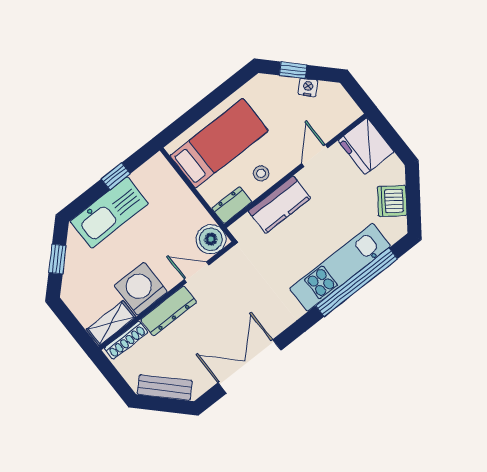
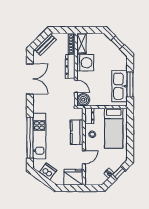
door: (315, 156) -> (84, 157), hinge flipped
window: (116, 176) -> (130, 84), width x2.17
kitchen sink: (109, 212) -> (119, 86), moved
door: (197, 272) -> (76, 86), hinge flipped

